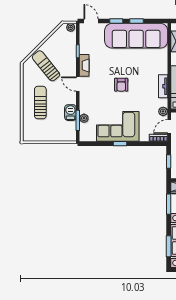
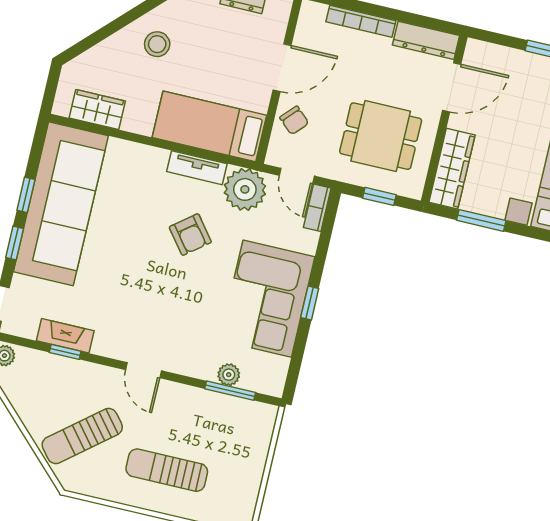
fireplace: (84, 65) -> (65, 336), moved
door: (78, 84) -> (144, 370), hinge flipped
armchair: (121, 85) -> (190, 235), moved, turned 52
plant: (163, 111) -> (245, 189), width x1.88, depth x1.88
barbecue: (70, 113) -> (208, 404), removed

